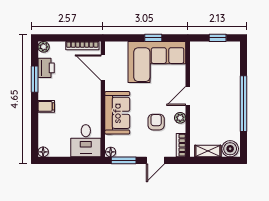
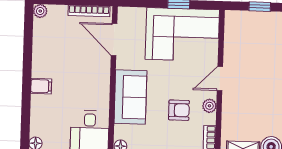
printer: (46, 68) -> (43, 38), removed
window: (35, 79) -> (28, 51), removed
armchair: (156, 122) -> (179, 110), turned 90

